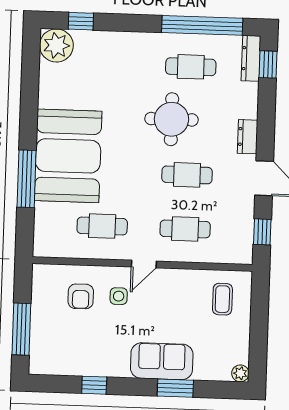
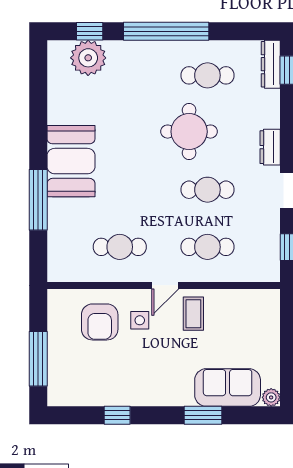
window: (202, 25) -> (166, 31), moved
plant: (56, 45) -> (88, 58), moved
booth: (68, 156) -> (71, 161), width x0.73, depth x0.70
armchair: (81, 296) -> (100, 322), width x1.38, depth x1.38
coffee table: (222, 299) -> (193, 314), moved
sofa: (162, 361) -> (228, 388), moved

